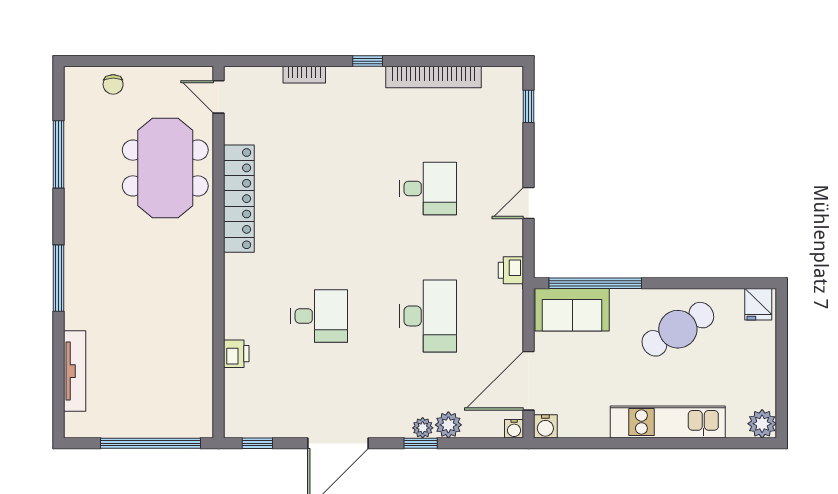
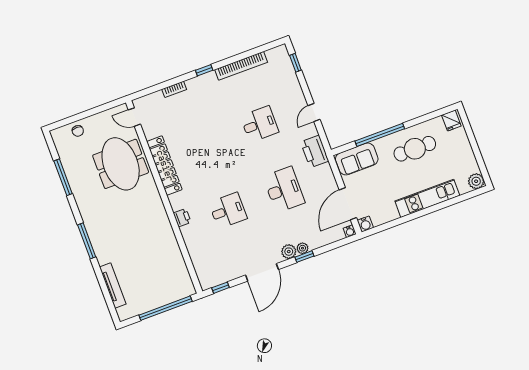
printer: (511, 270) -> (315, 151), width x1.87, depth x1.48
window: (595, 283) -> (380, 135), moved
cafe table: (678, 329) -> (415, 149), turned 31
printer: (236, 354) -> (182, 218), moved
plant: (448, 425) -> (289, 252), moved

